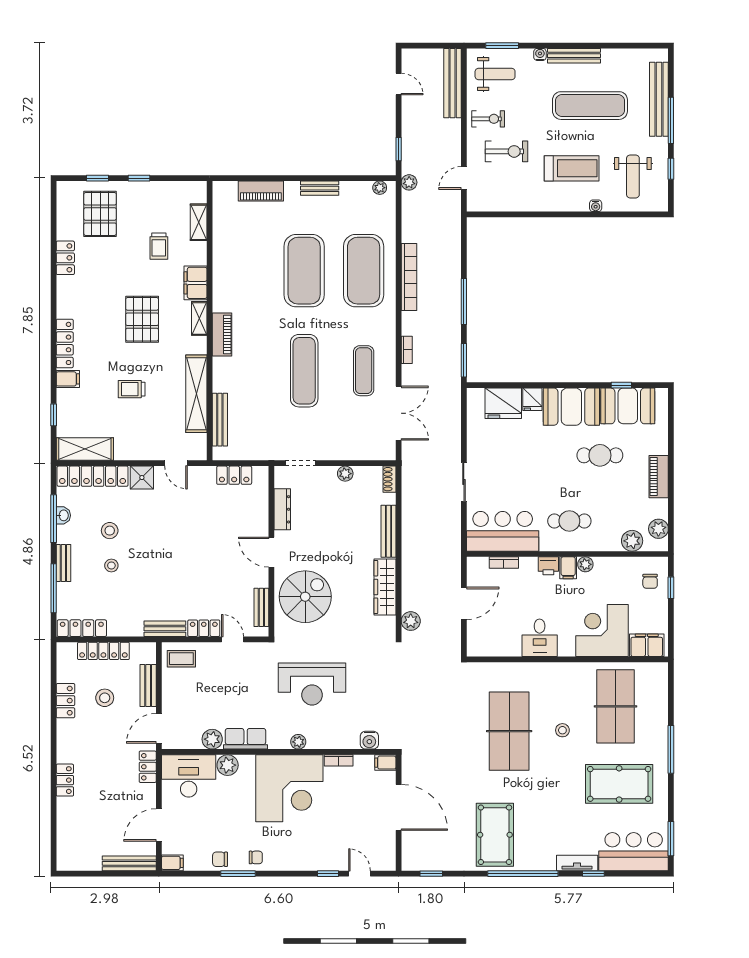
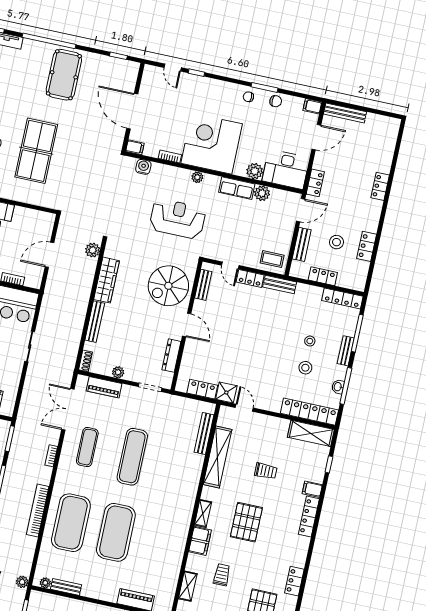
bench: (320, 188) -> (66, 587), moved
piano: (222, 334) -> (104, 387), moved, turned -90
shower: (142, 478) -> (226, 393), moved
locker: (103, 651) -> (323, 276), width x0.66

